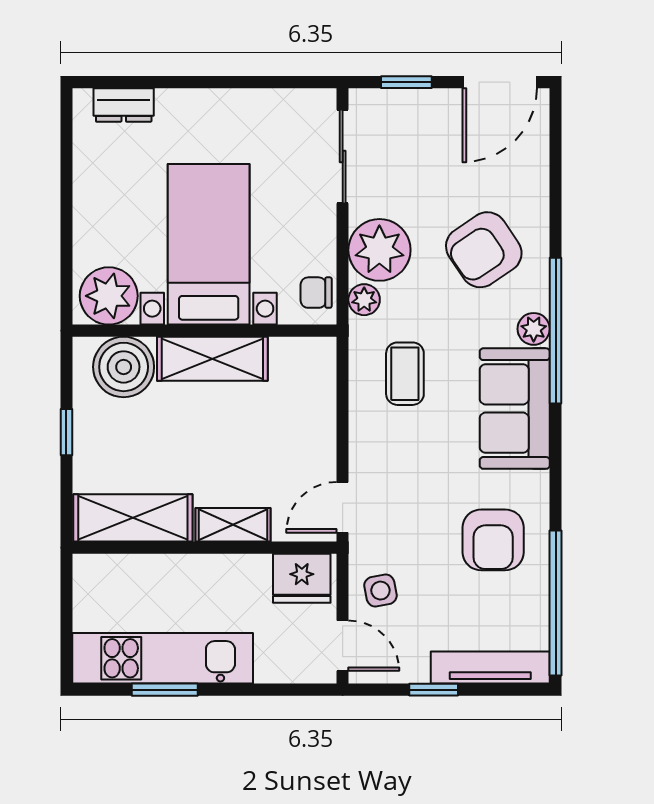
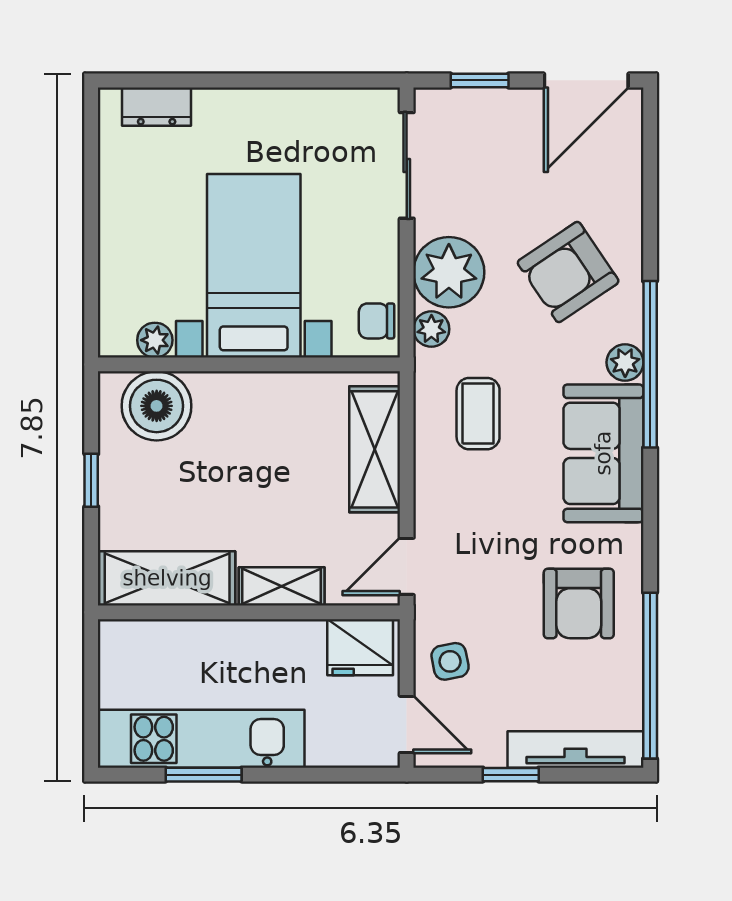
plant: (109, 296) -> (155, 340), width x0.53, depth x0.53
shelving: (212, 359) -> (375, 449), moved, turned 90

